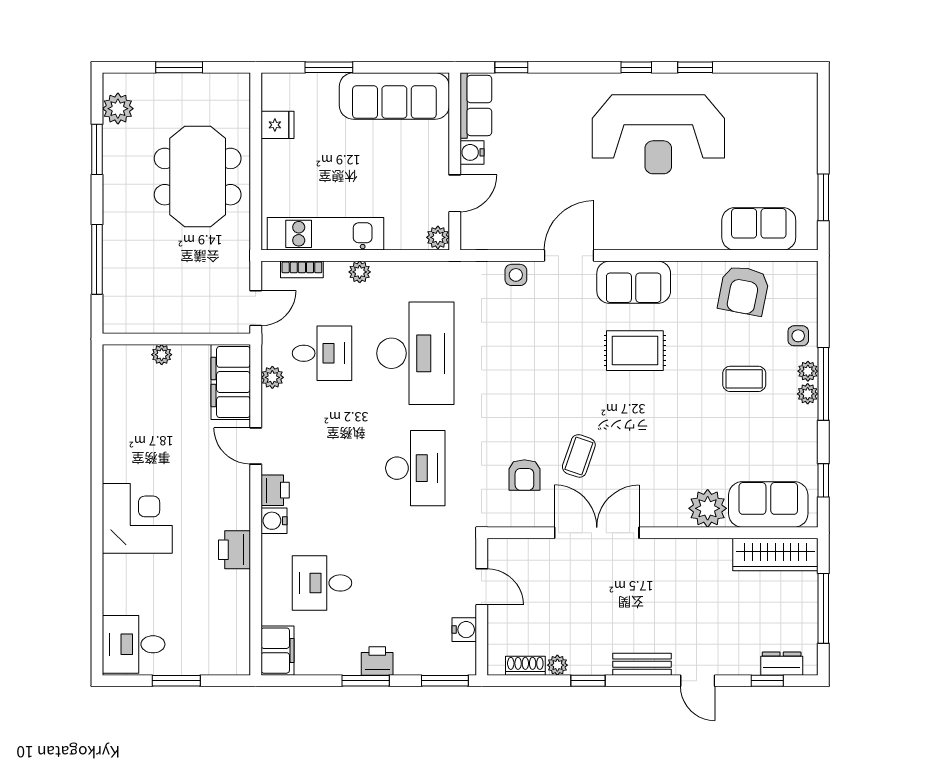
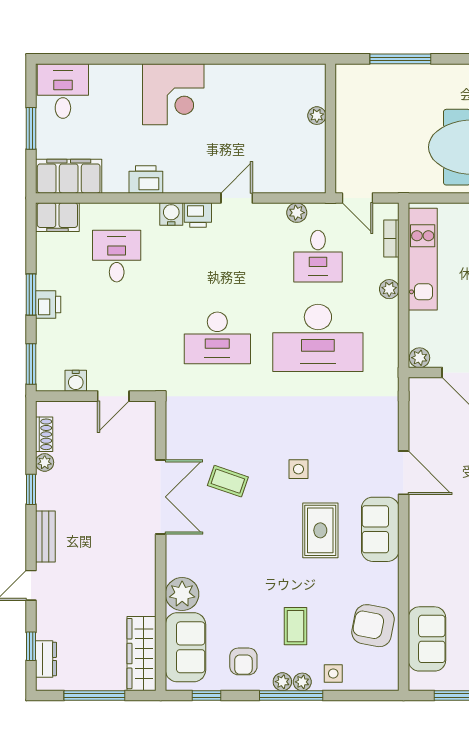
side table: (516, 275) -> (298, 469), moved
filing cabinet: (231, 382) -> (69, 176), moved
armchair: (524, 475) -> (243, 661), moved, turned -90

